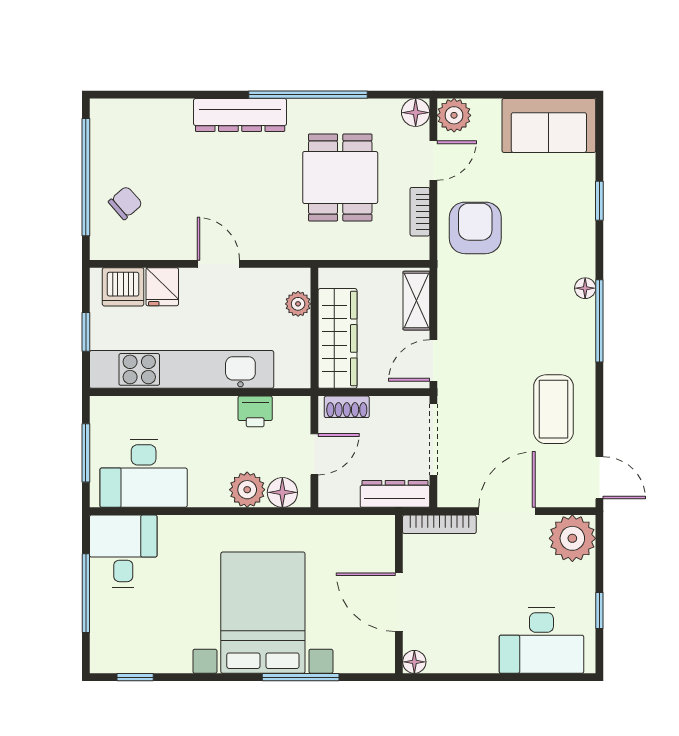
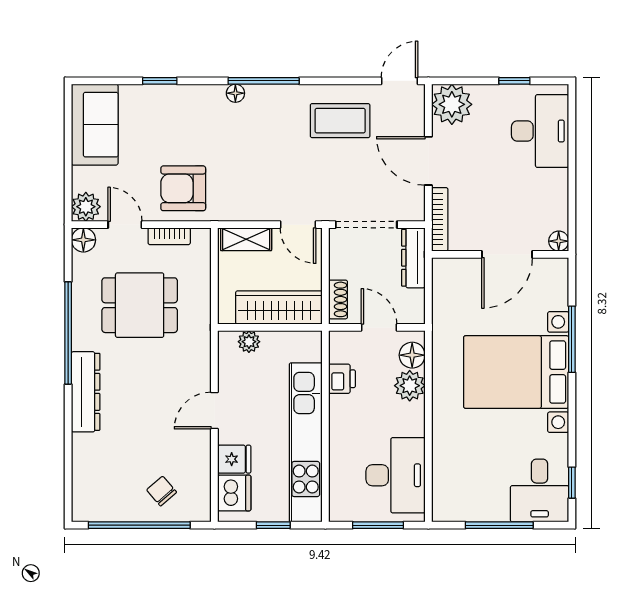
desk: (123, 551) -> (540, 491), moved, turned -90

